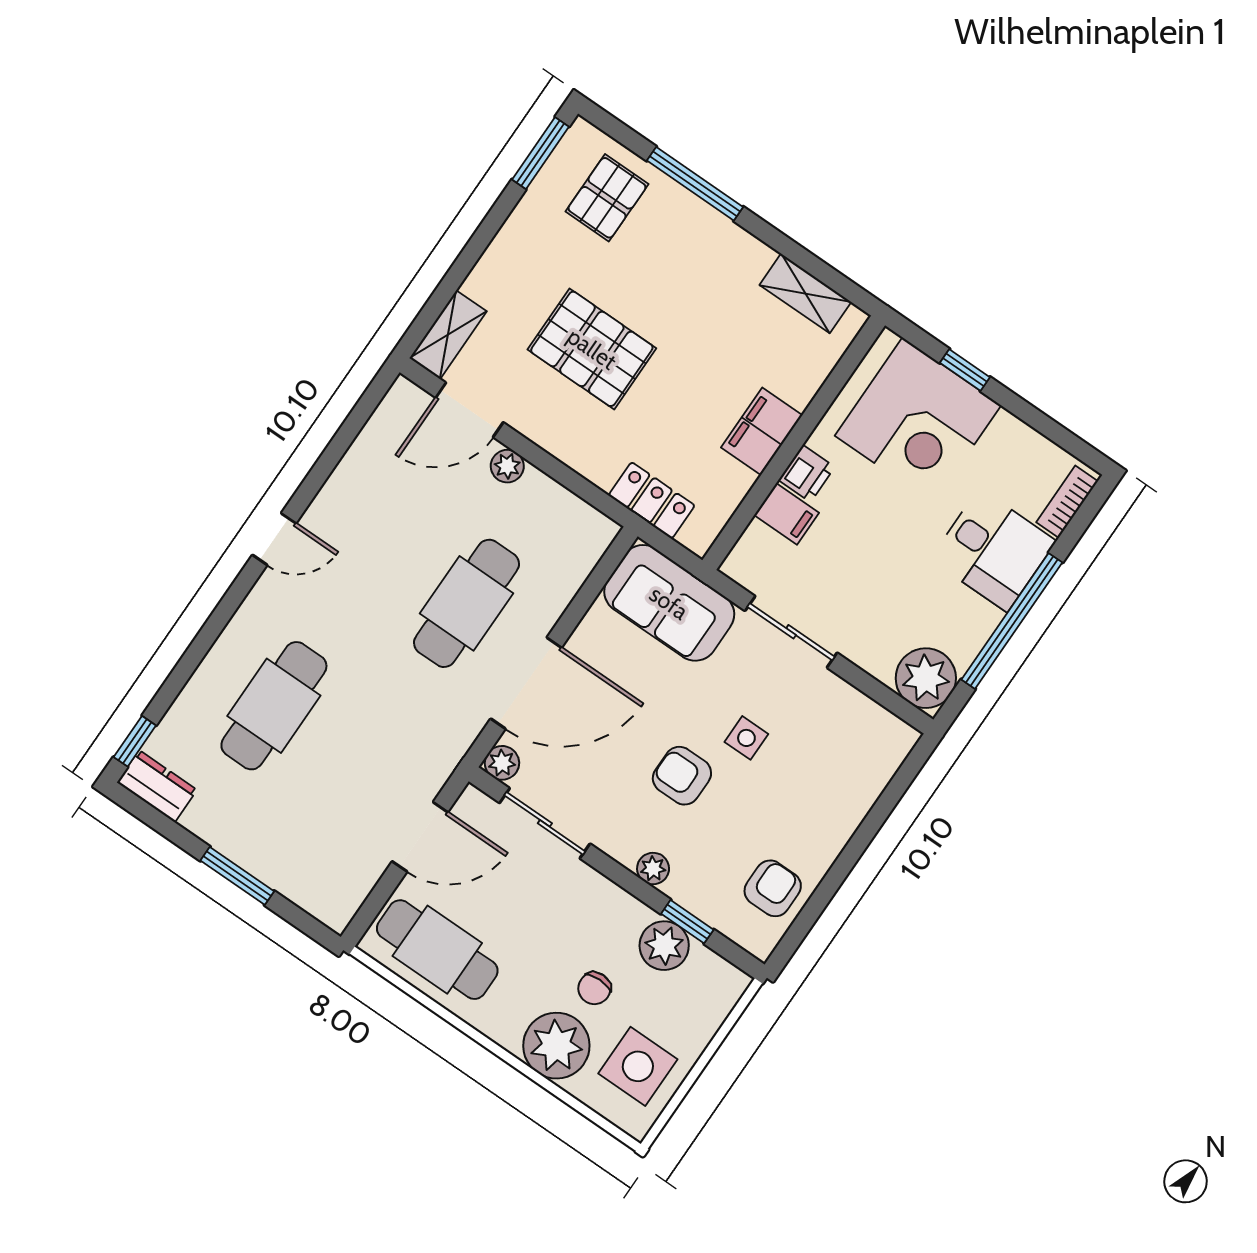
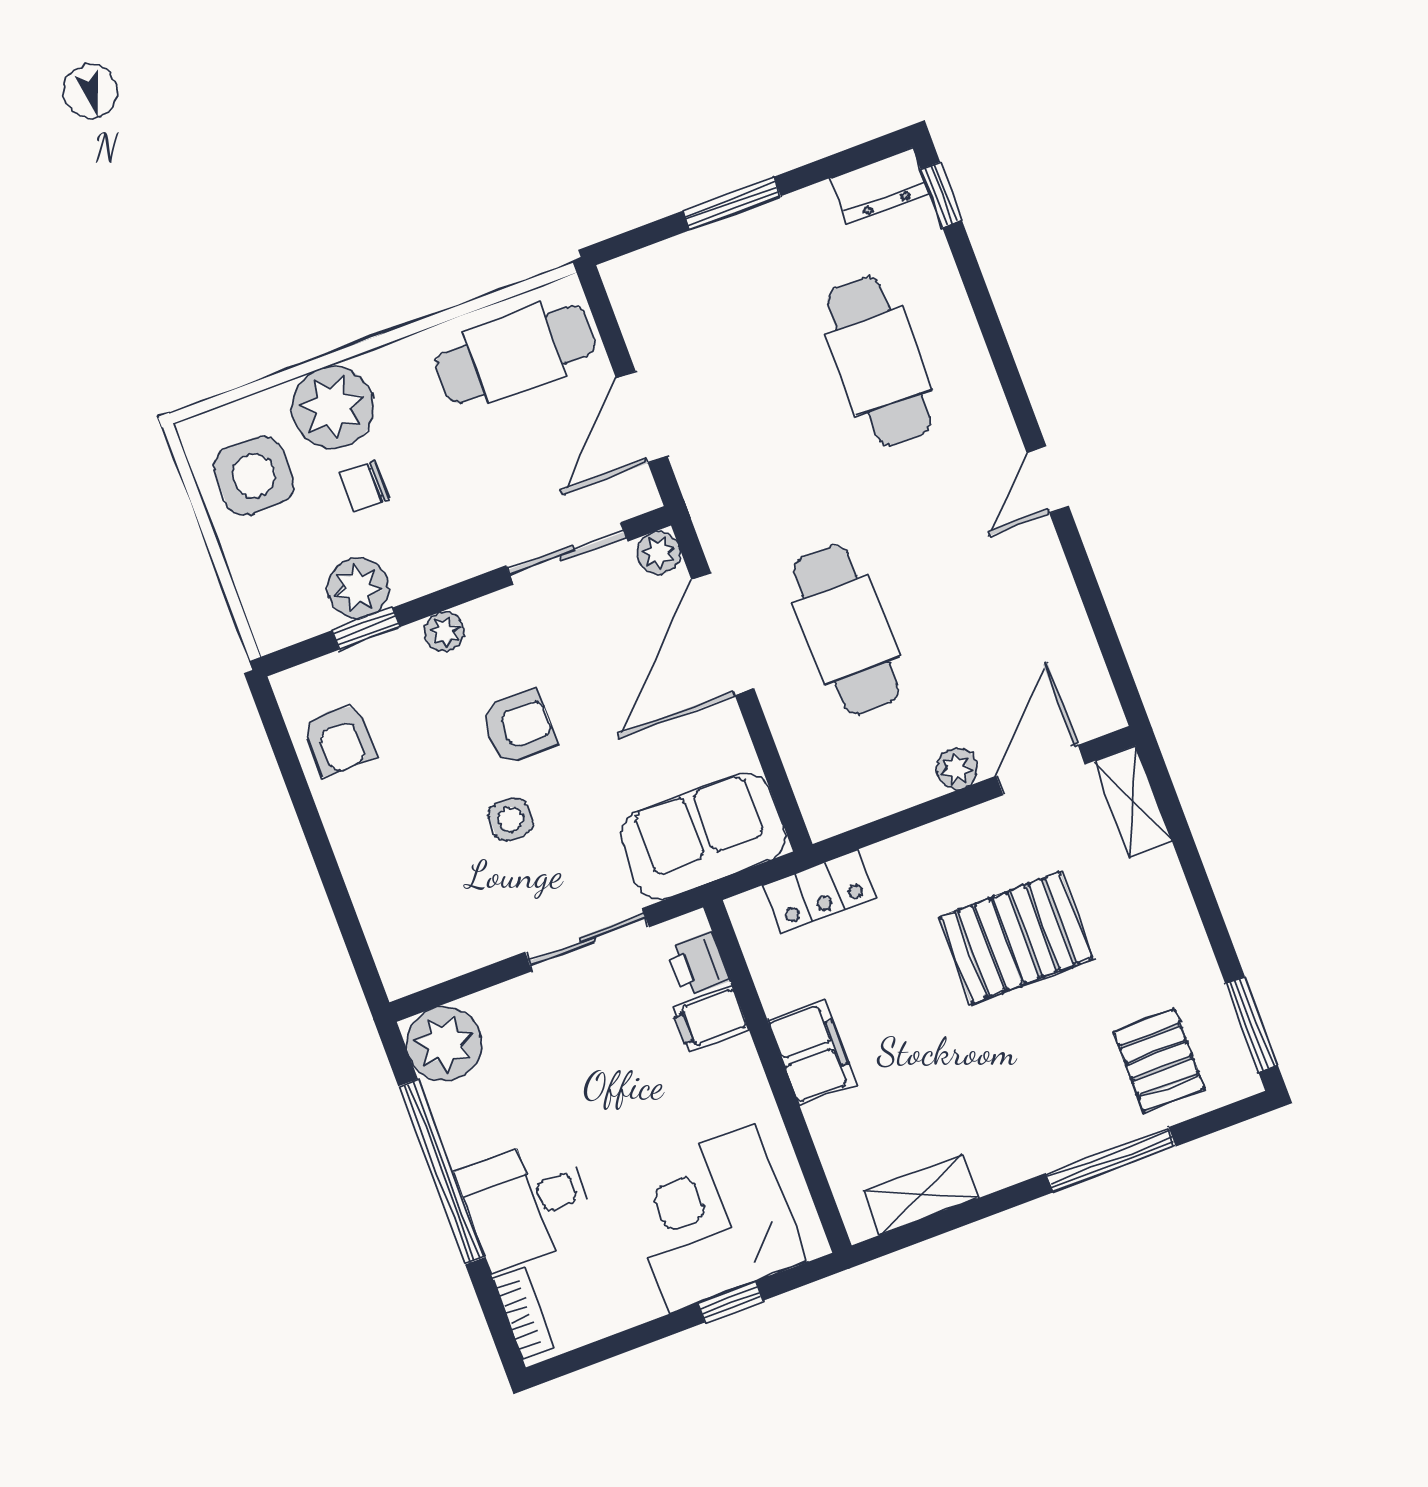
printer: (807, 473) -> (698, 964), moved
chair: (594, 988) -> (364, 487), turned -90

